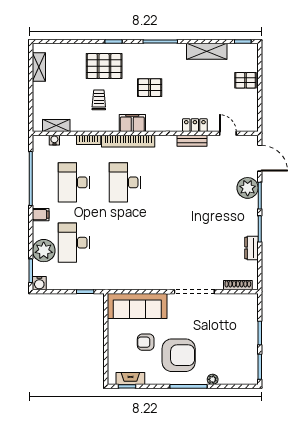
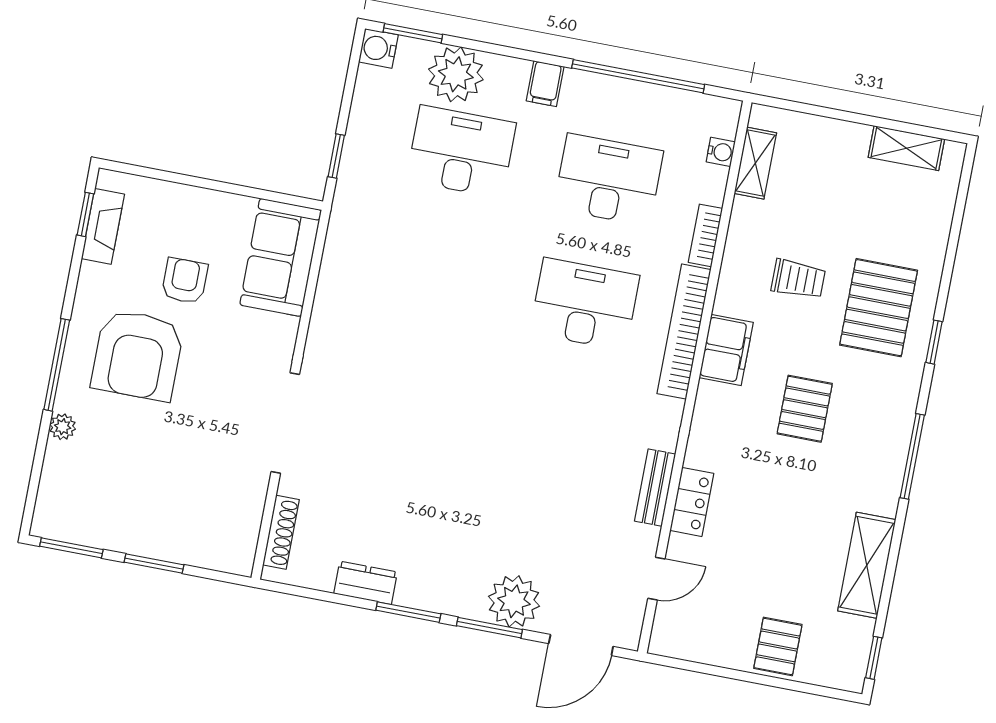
sofa: (137, 306) -> (281, 257), width x0.73

